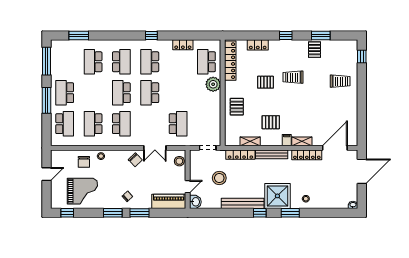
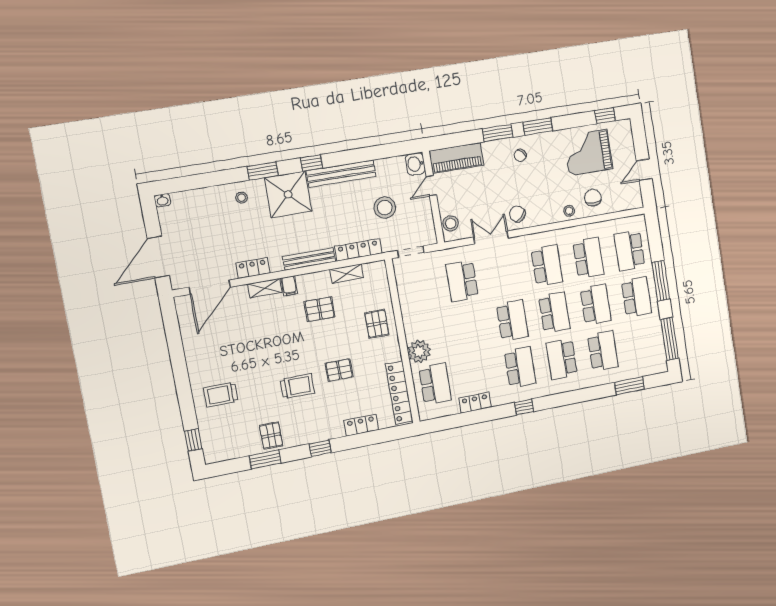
school desk: (93, 93) -> (596, 305), added
school desk: (121, 124) -> (547, 266), turned 180
locker: (307, 155) -> (253, 268), width x0.66

